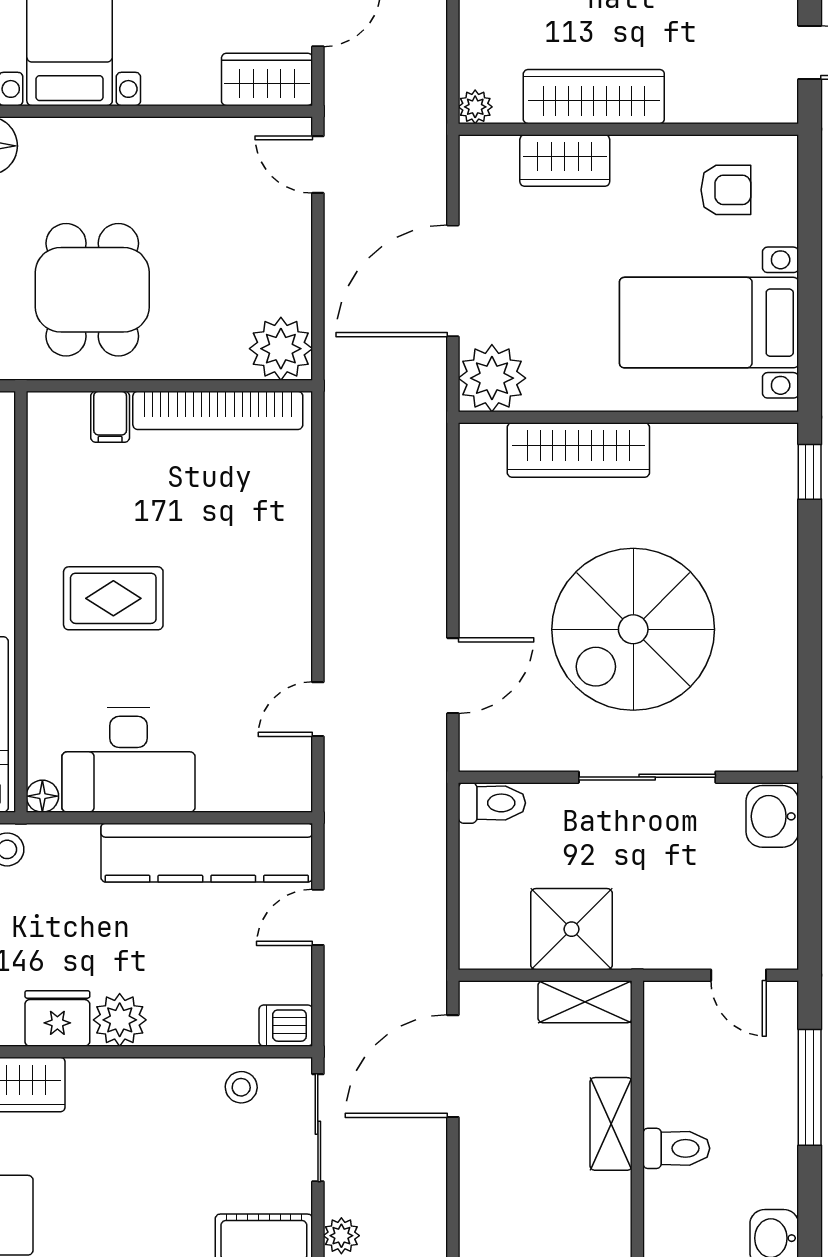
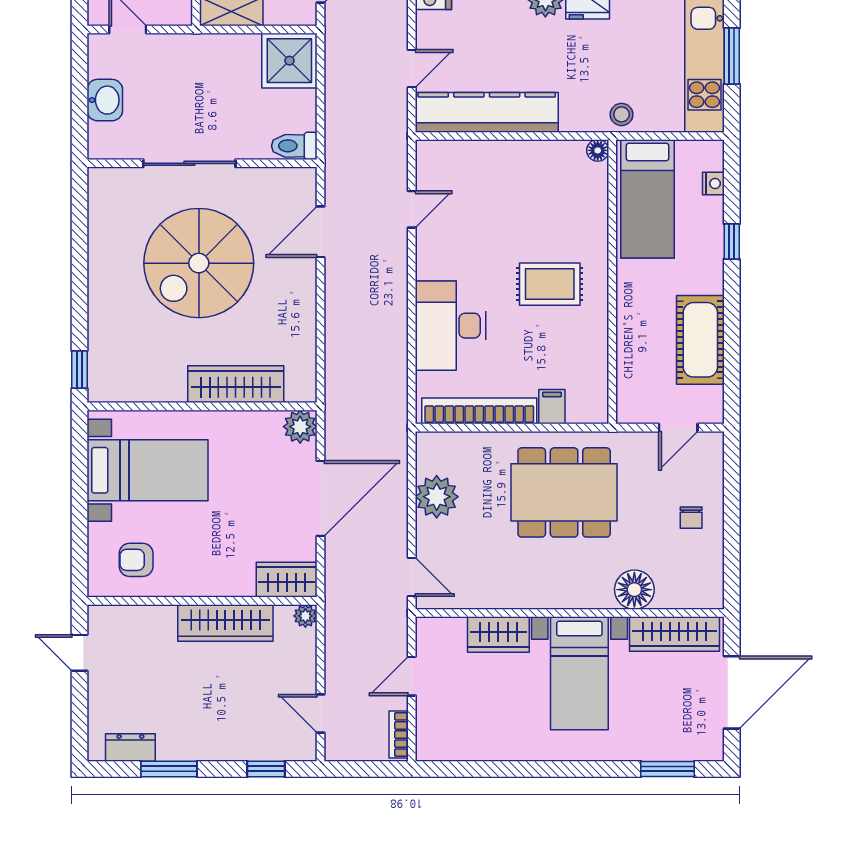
wardrobe: (267, 79) -> (498, 634), moved
wardrobe: (565, 161) -> (287, 580), moved
dining table: (92, 290) -> (564, 492), width x1.38
plant: (281, 349) -> (437, 497), moved
plant: (492, 378) -> (300, 427), width x0.73, depth x0.73
spiral stairs: (633, 629) -> (199, 263), turned 180
desk: (129, 760) -> (451, 326), moved, turned -90
washbasin: (772, 816) -> (105, 100), moved
shower: (572, 929) -> (289, 61), moved

